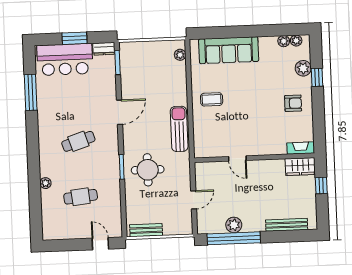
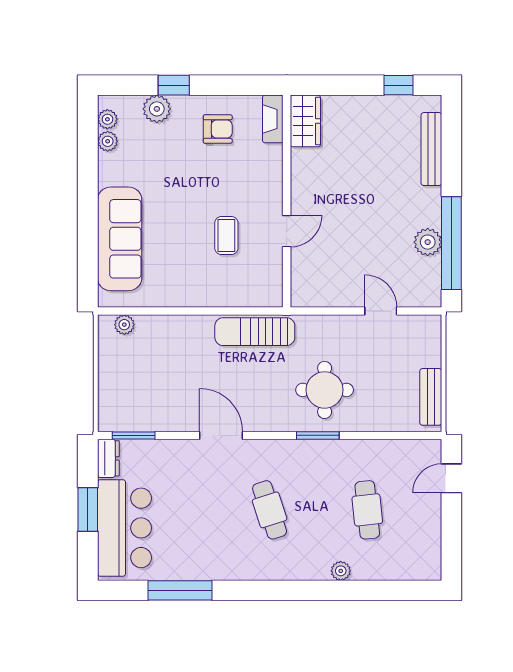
coffee table: (212, 99) -> (226, 236), moved
armchair: (293, 103) -> (218, 129), turned 90
fireplace: (301, 148) -> (273, 119), moved
wall: (254, 158) -> (287, 201), moved
door: (237, 159) -> (287, 231), moved
wardrobe: (300, 167) -> (305, 121), moved
window: (321, 186) -> (398, 85), moved

